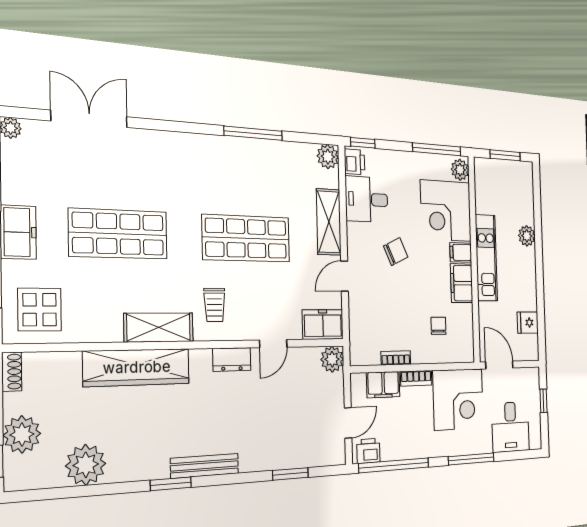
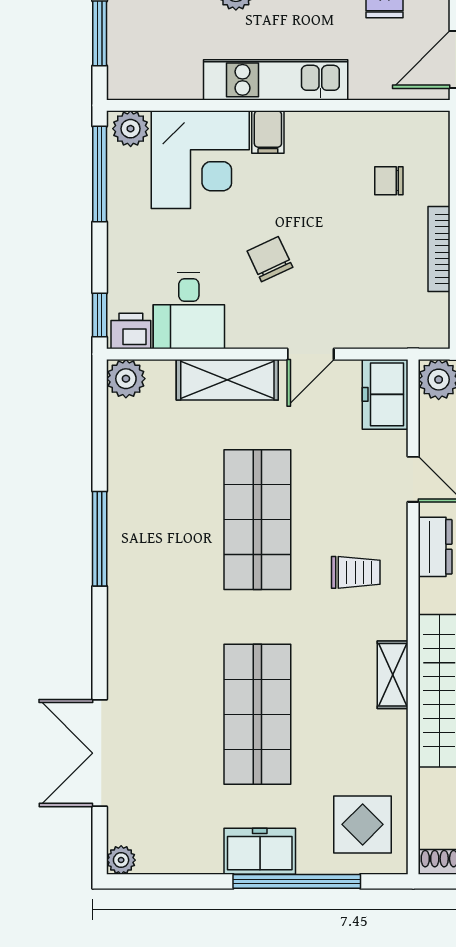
window: (253, 133) -> (100, 539), moved
door: (344, 276) -> (311, 354), hinge flipped
filing cabinet: (462, 283) -> (319, 132), removed
shelving: (159, 327) -> (393, 675), width x0.67, depth x0.75
bookcase: (396, 358) -> (439, 249), width x1.56

